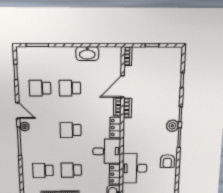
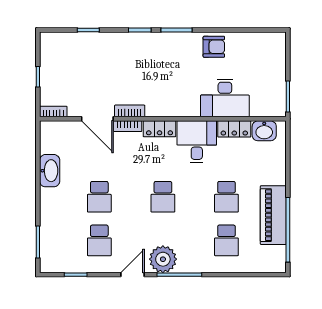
plant: (25, 126) -> (163, 259), width x1.88, depth x1.88
plant: (172, 126) -> (157, 41), removed

